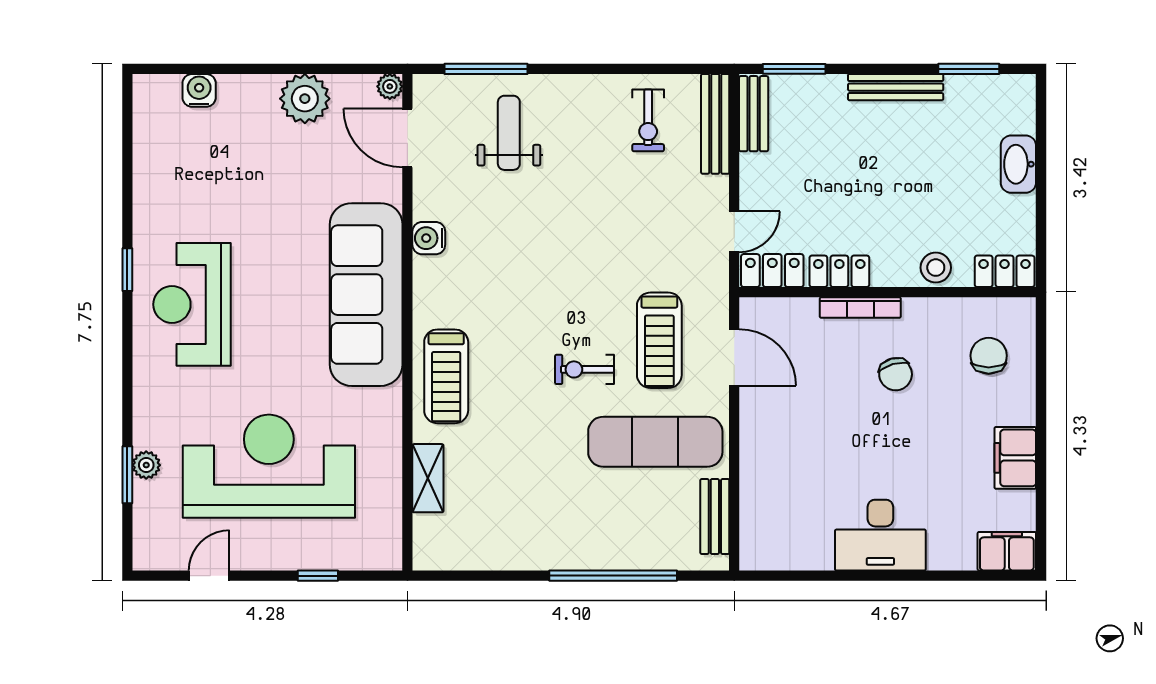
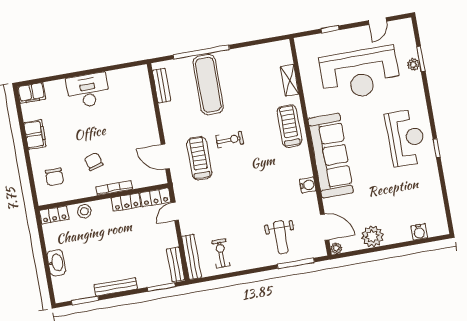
exercise mat: (655, 442) -> (208, 85), moved, turned 90

